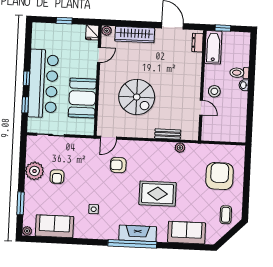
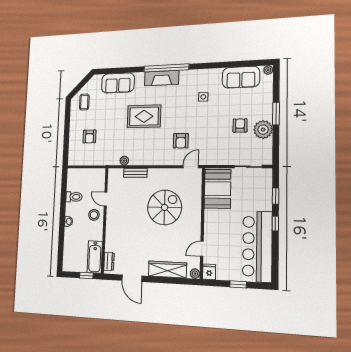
toilet: (239, 73) -> (74, 197), moved
bar counter: (43, 83) -> (257, 246), moved
spiral stairs: (137, 97) -> (165, 207), turned 90
booth: (82, 98) -> (218, 189), moved
armchair: (118, 165) -> (181, 141), turned 90
armchair: (220, 176) -> (89, 136), width x0.53, depth x0.53
window: (21, 203) -> (276, 114), moved

